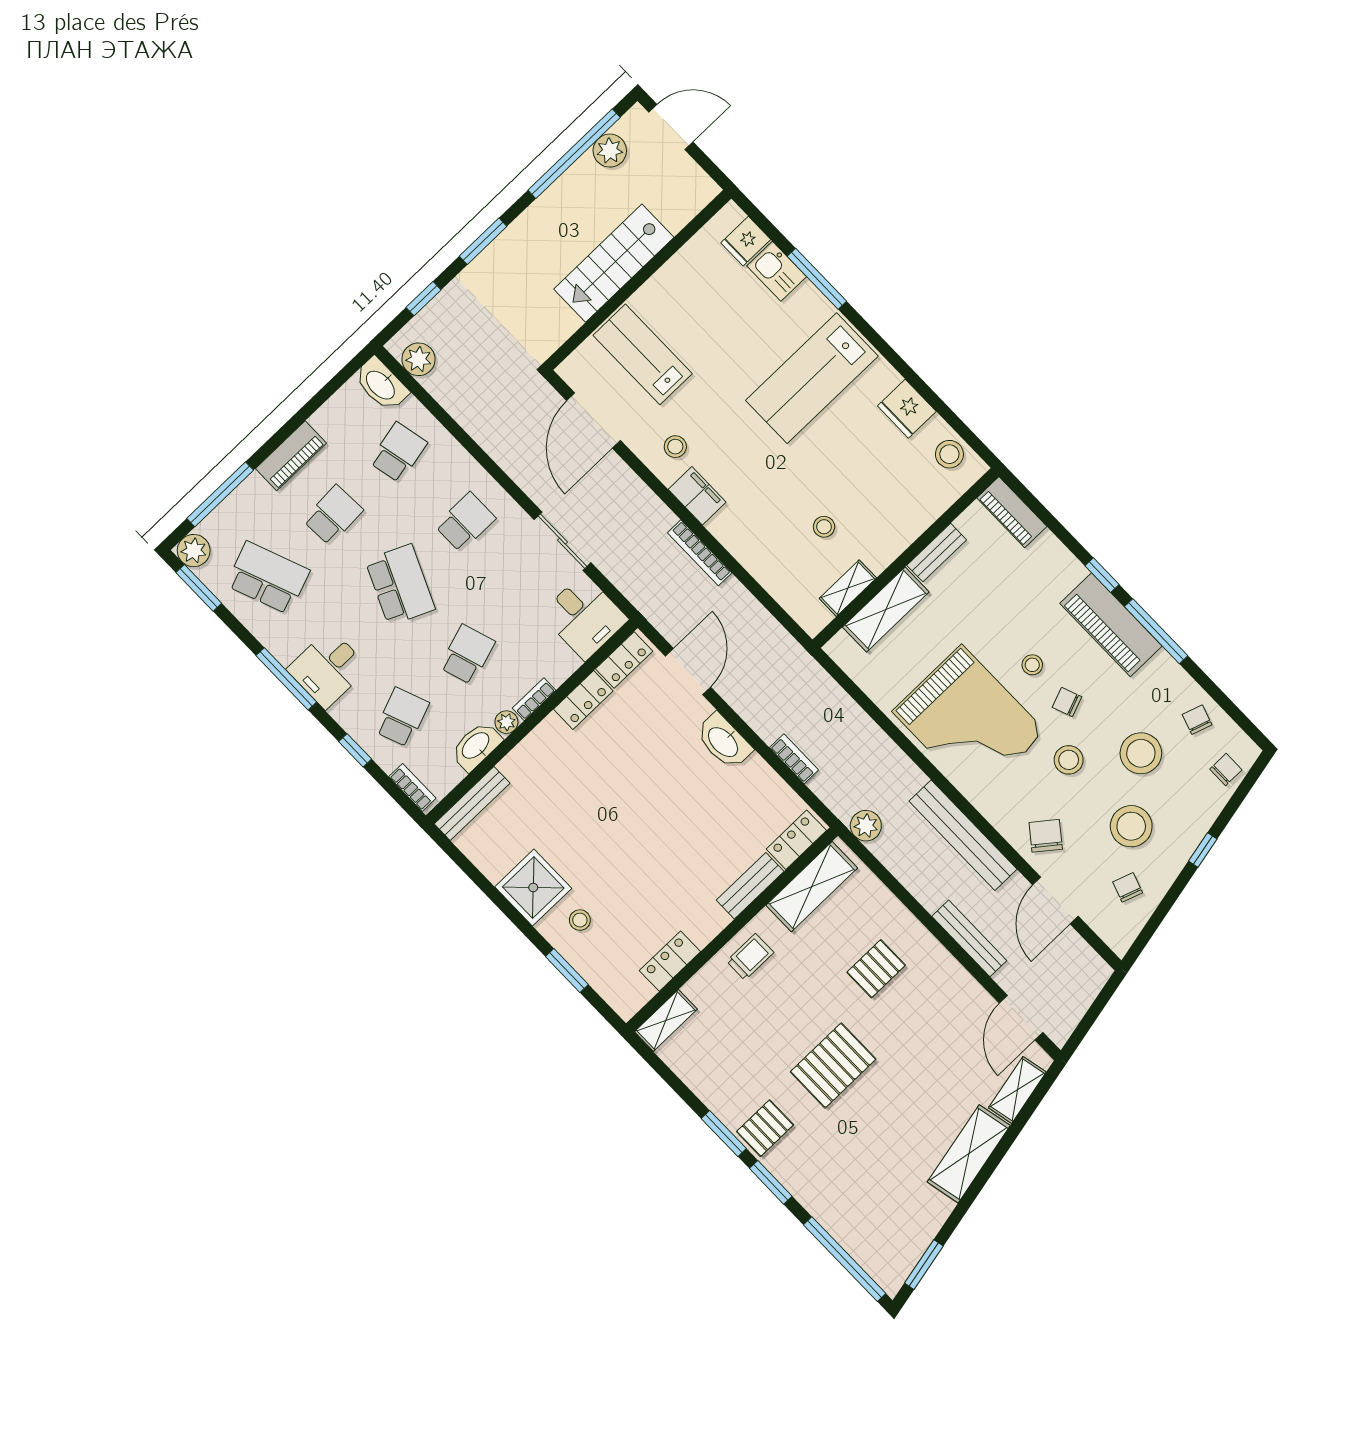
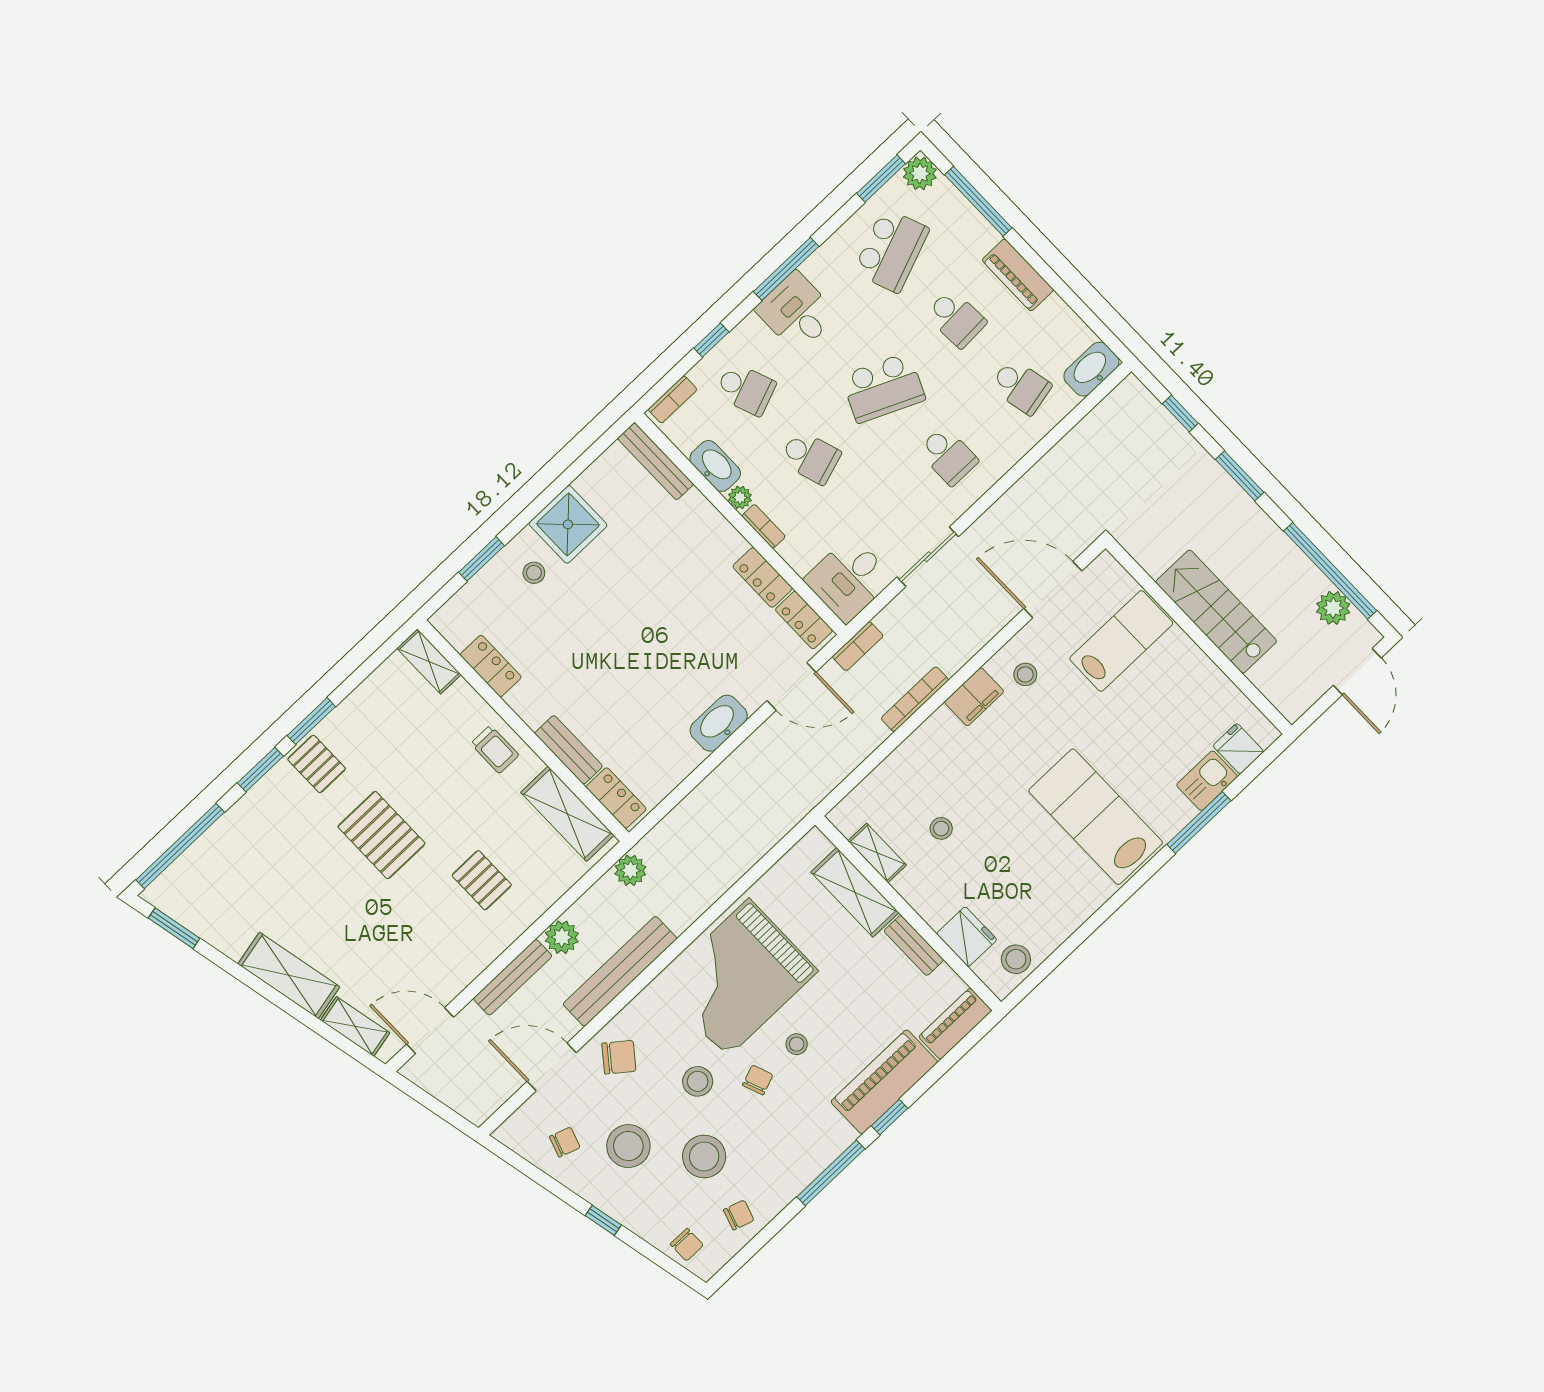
plant: (418, 359) -> (562, 937), moved
fridge: (907, 409) -> (967, 937), moved, turned 90
piano: (1111, 625) -> (884, 1082), moved
bookcase: (794, 759) -> (858, 646), moved

